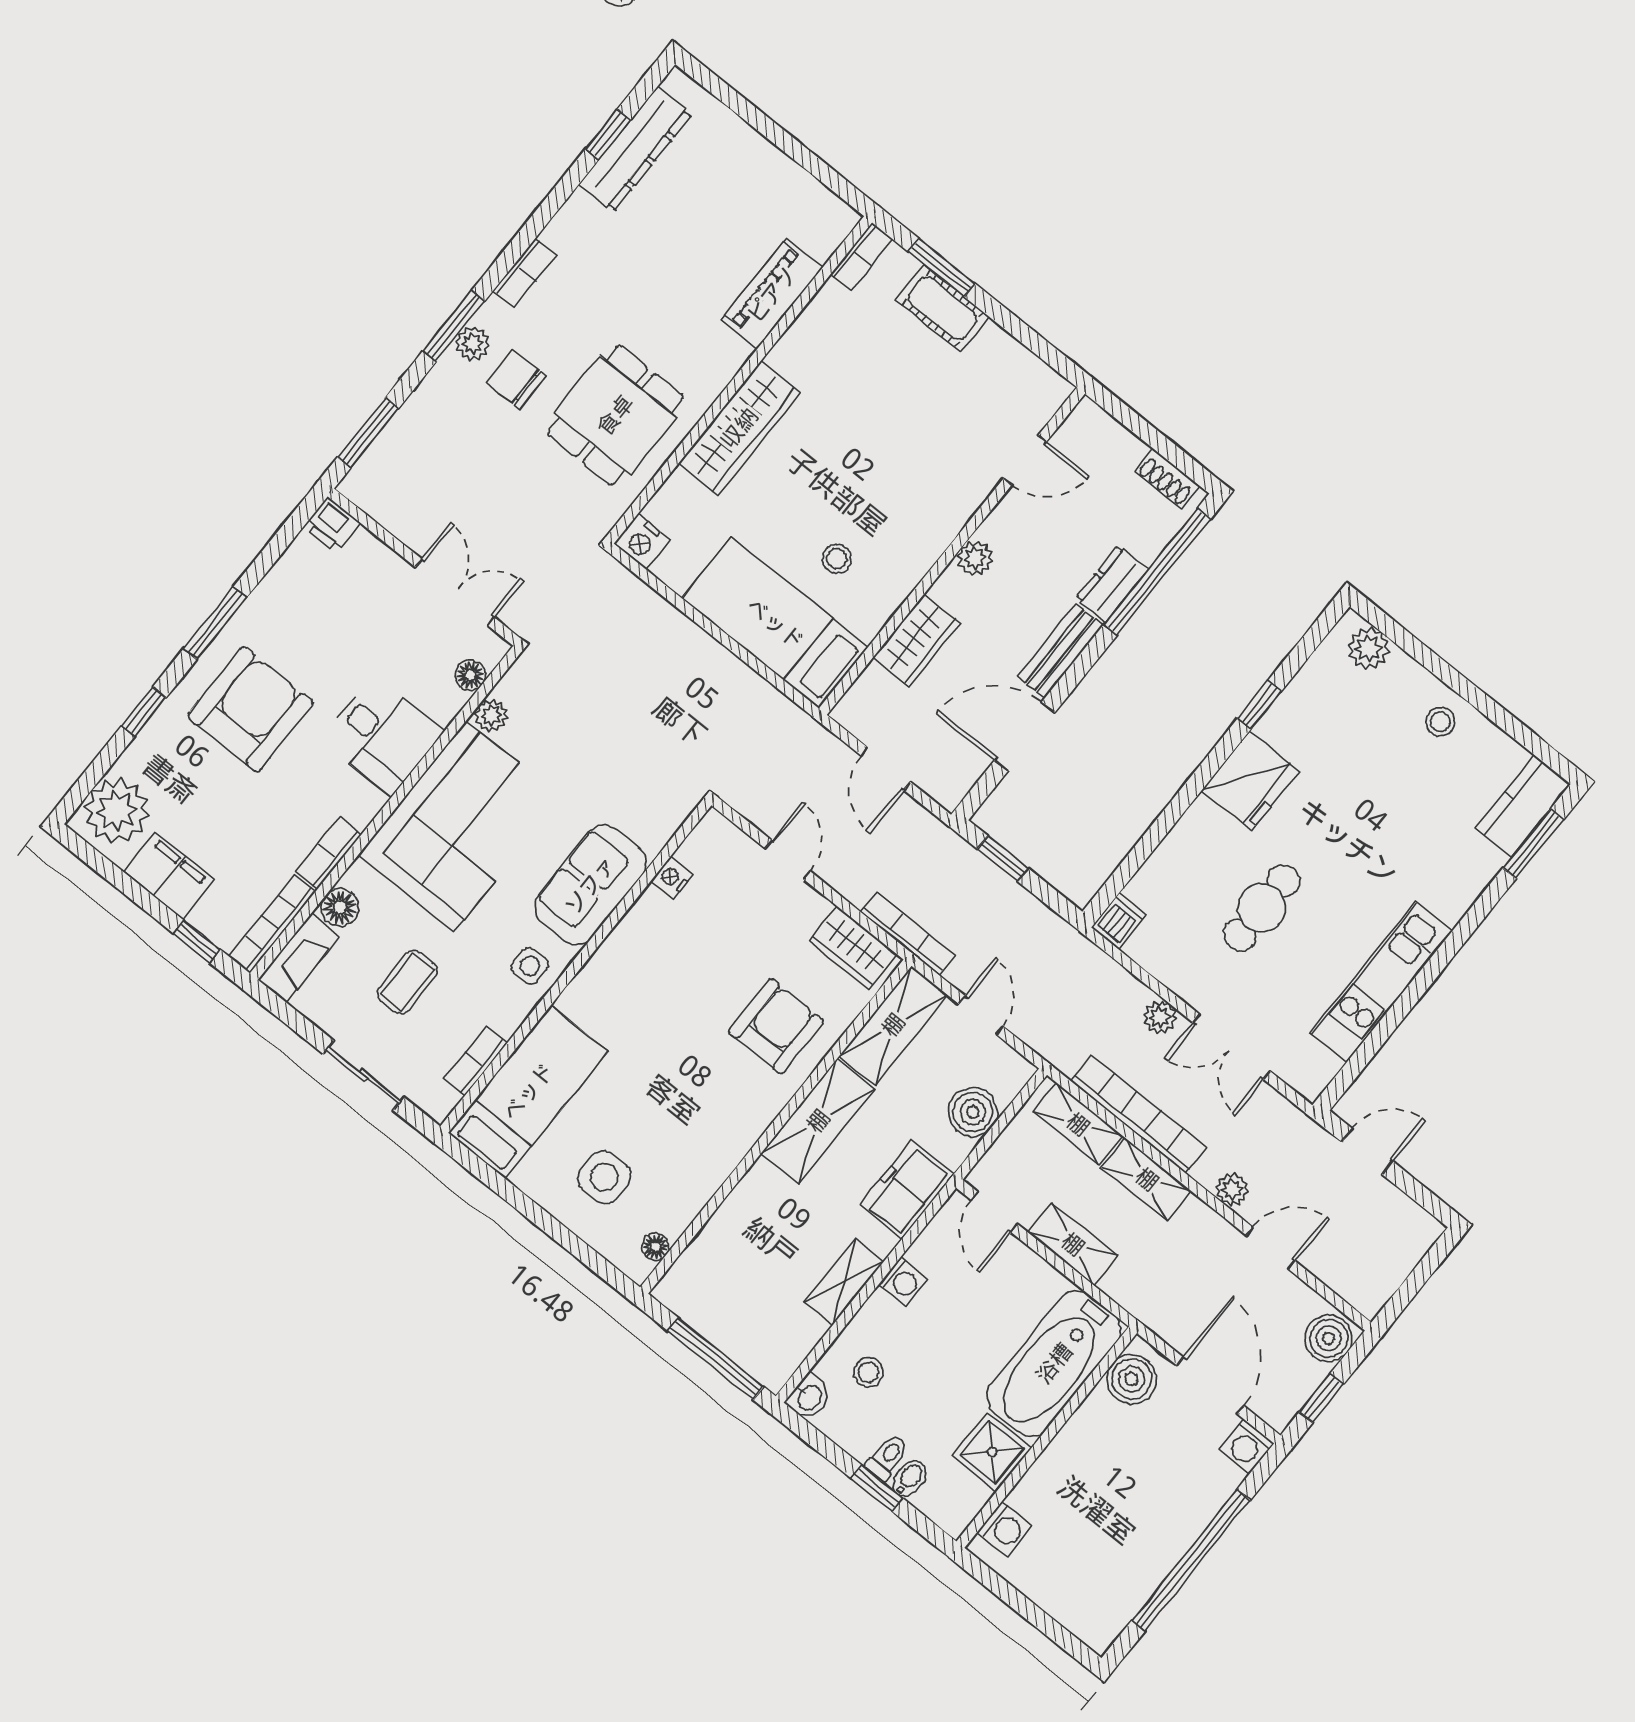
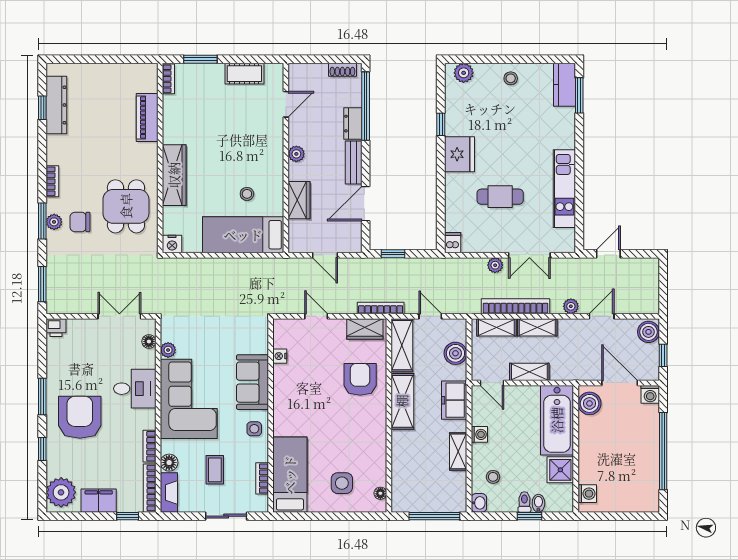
cot: (943, 308) -> (244, 74), moved
cafe table: (1262, 908) -> (500, 197), turned 90

